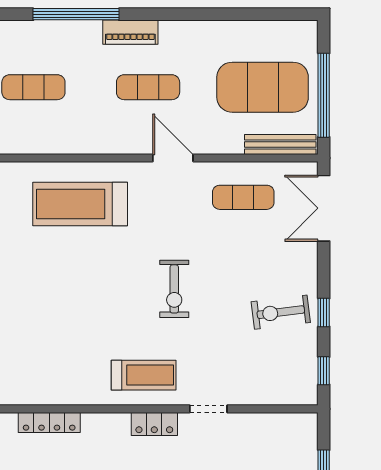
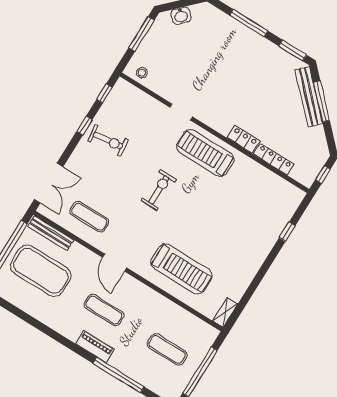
treadmill: (144, 375) -> (205, 153), width x1.37, depth x1.38
locker: (154, 424) -> (243, 139), moved
stool: (292, 428) -> (142, 73), added

